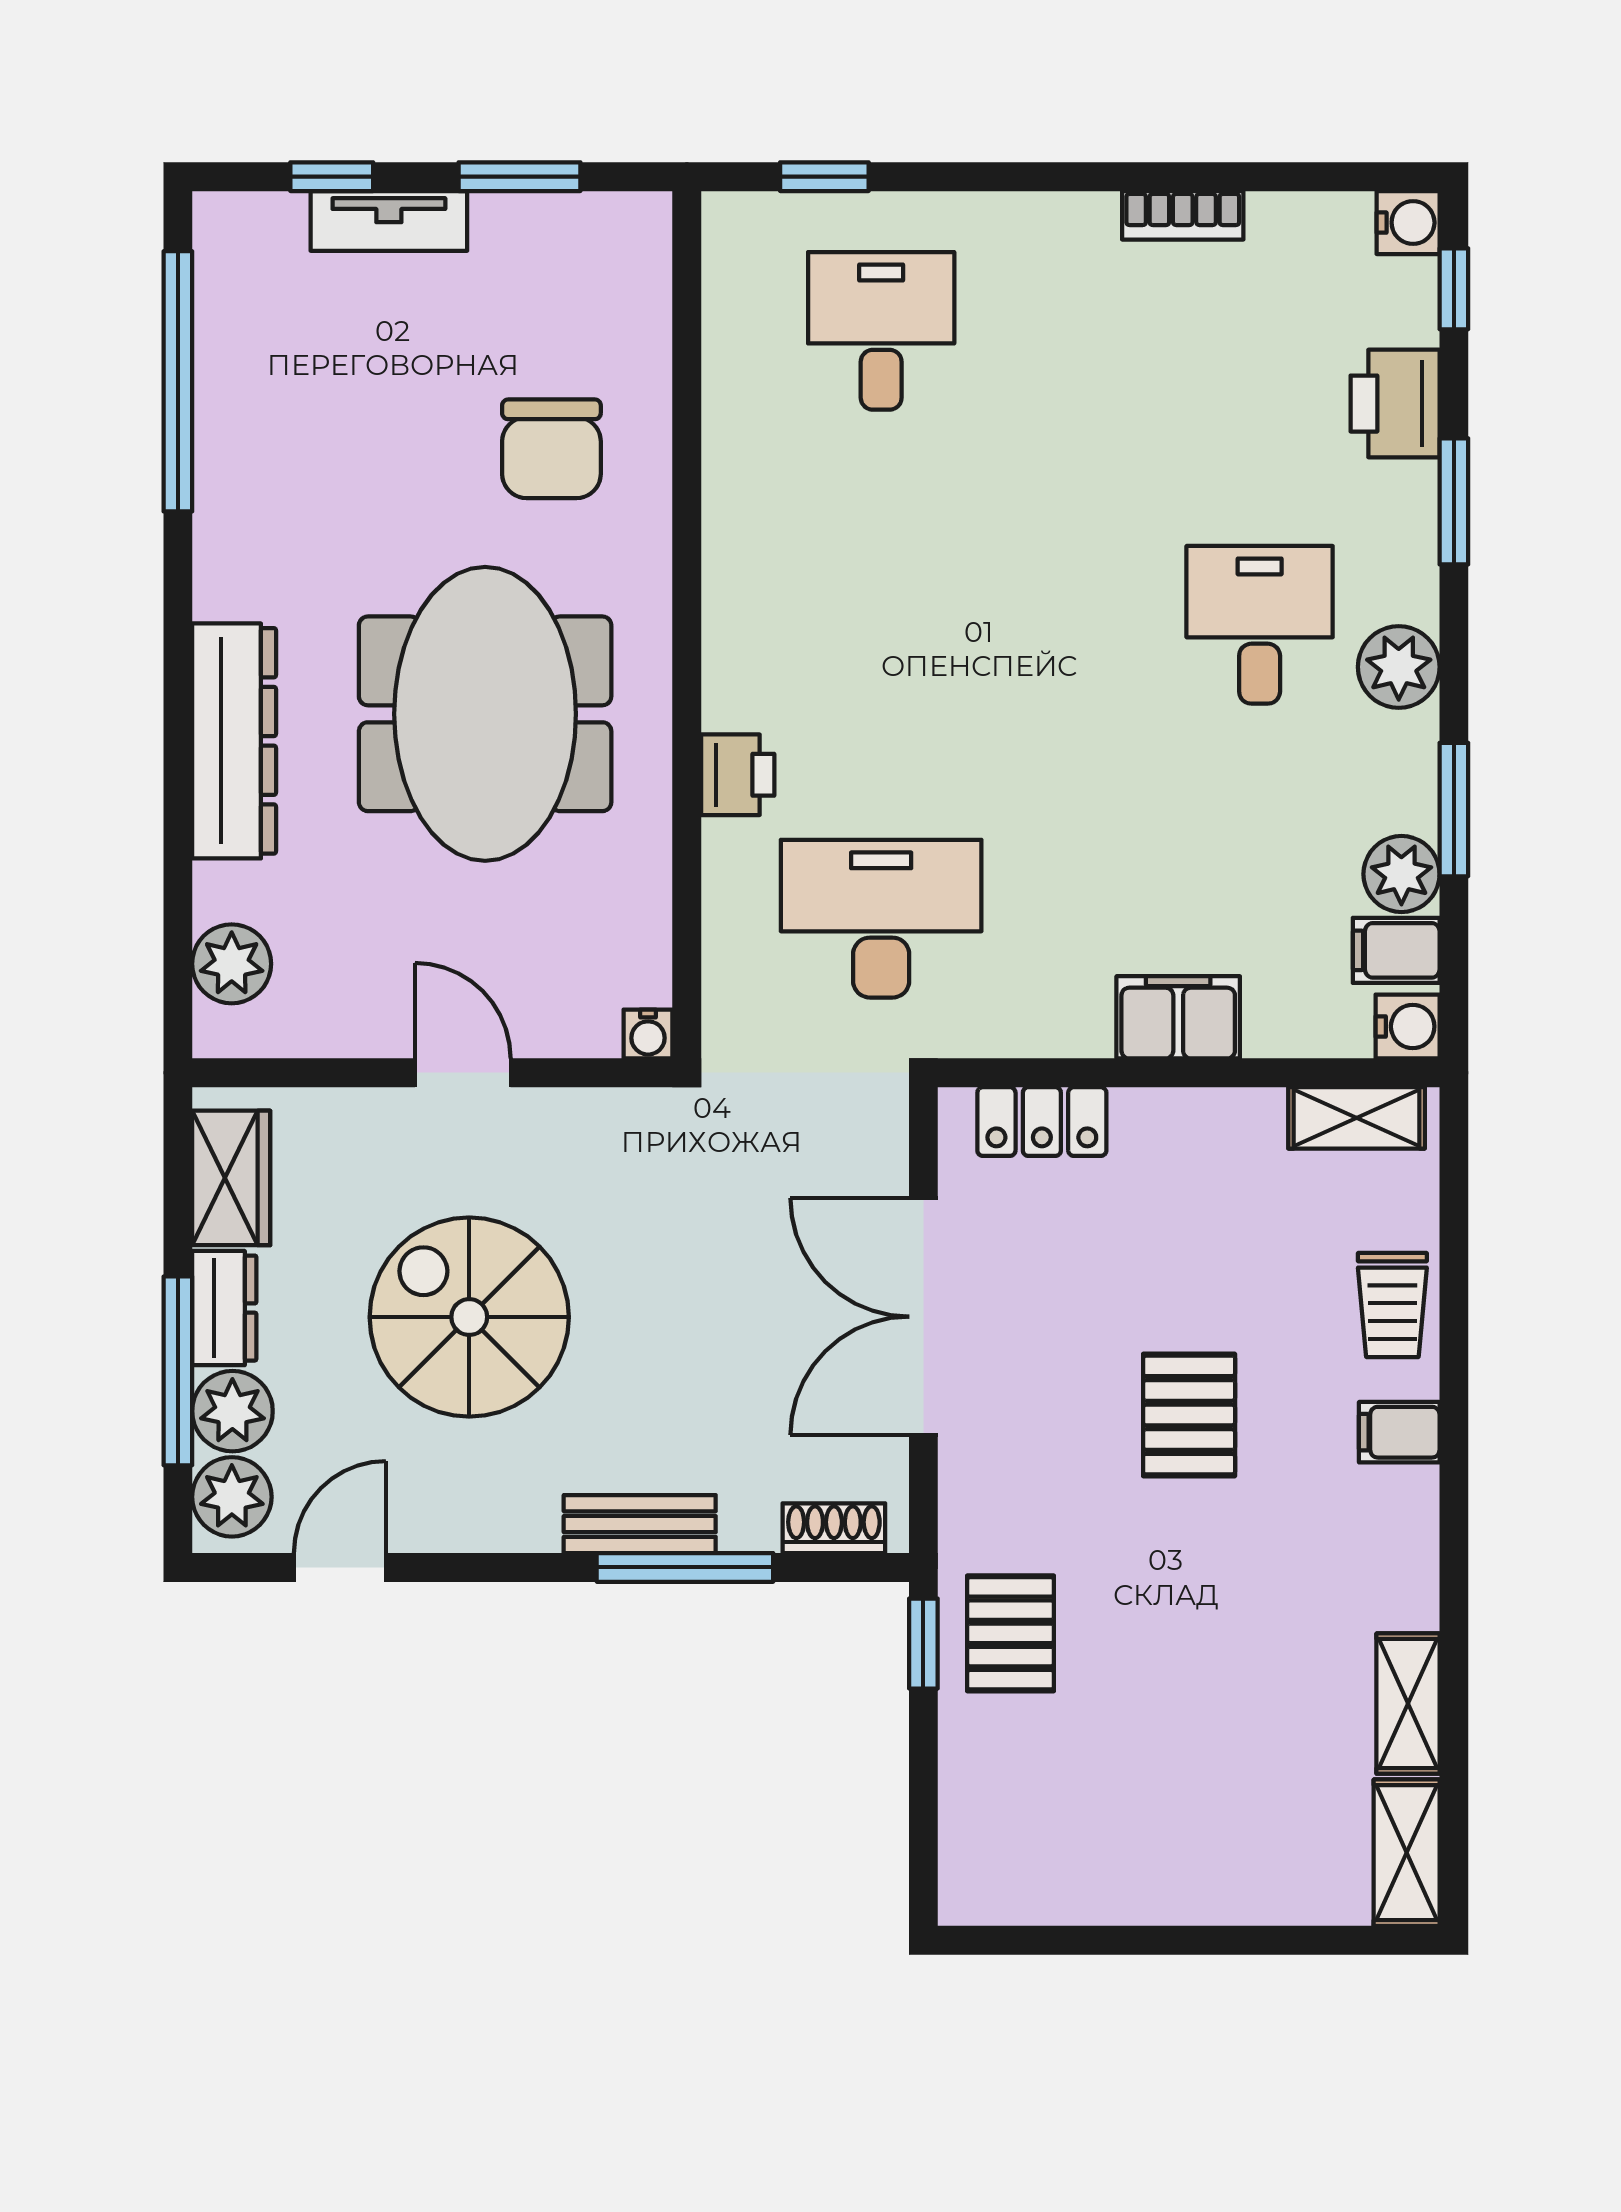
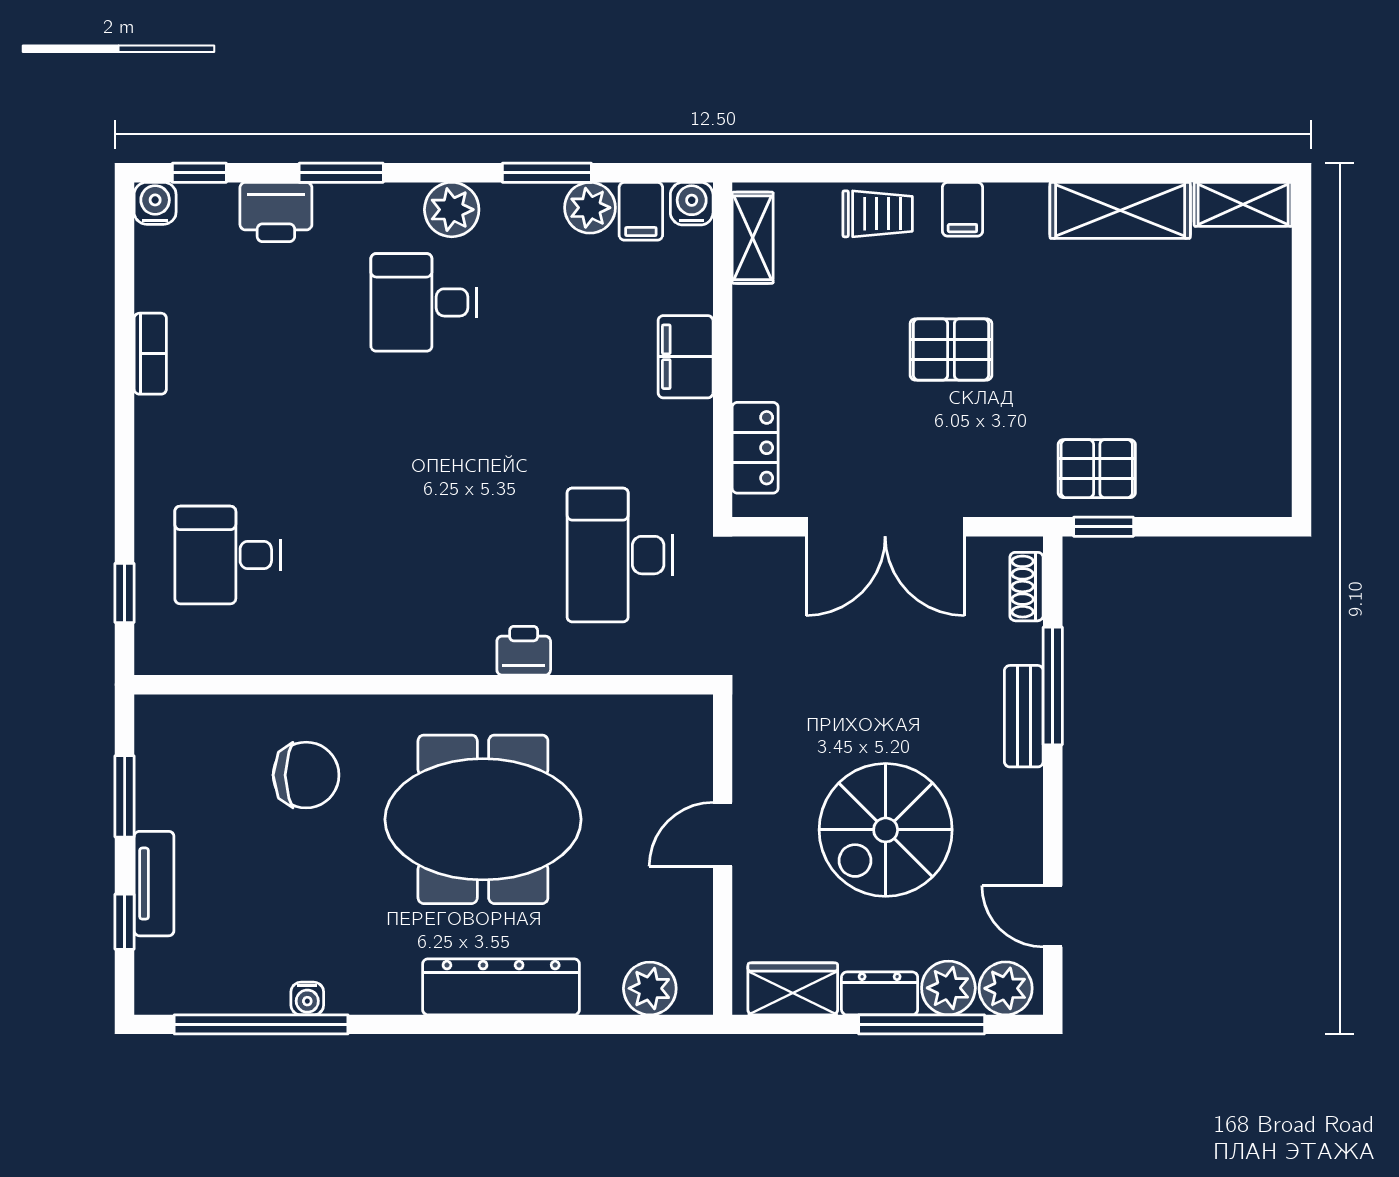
water cooler: (648, 1034) -> (307, 999), moved, turned 90
shelving: (1408, 1704) -> (1120, 210), width x1.50, depth x1.33

